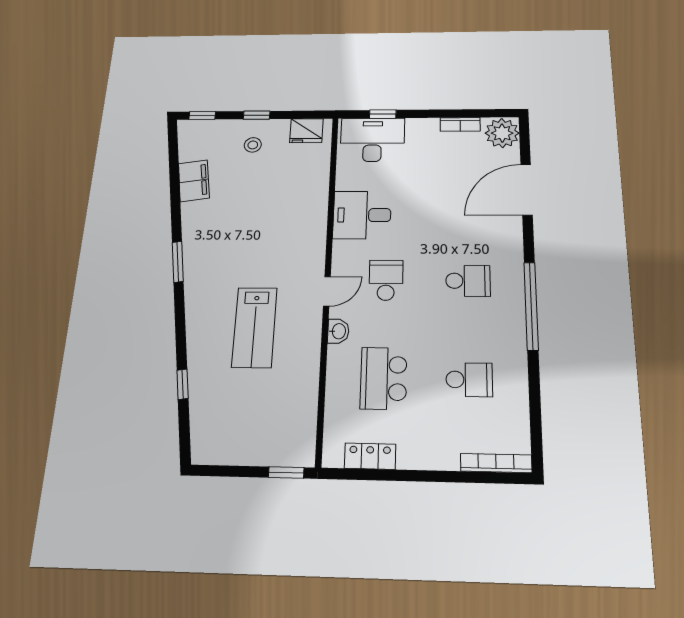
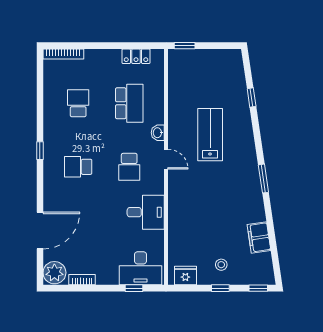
door: (327, 291) -> (166, 159), swing flipped
window: (531, 306) -> (40, 151), width x0.32
school desk: (469, 380) -> (78, 103), turned 90

